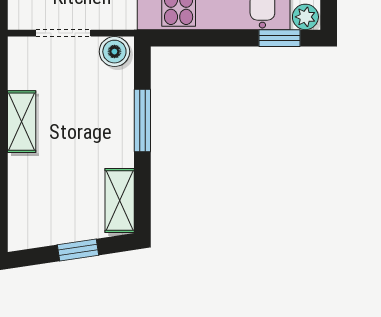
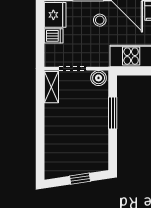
shelving: (22, 122) -> (51, 87), moved
shelving: (120, 200) -> (101, 154), removed

